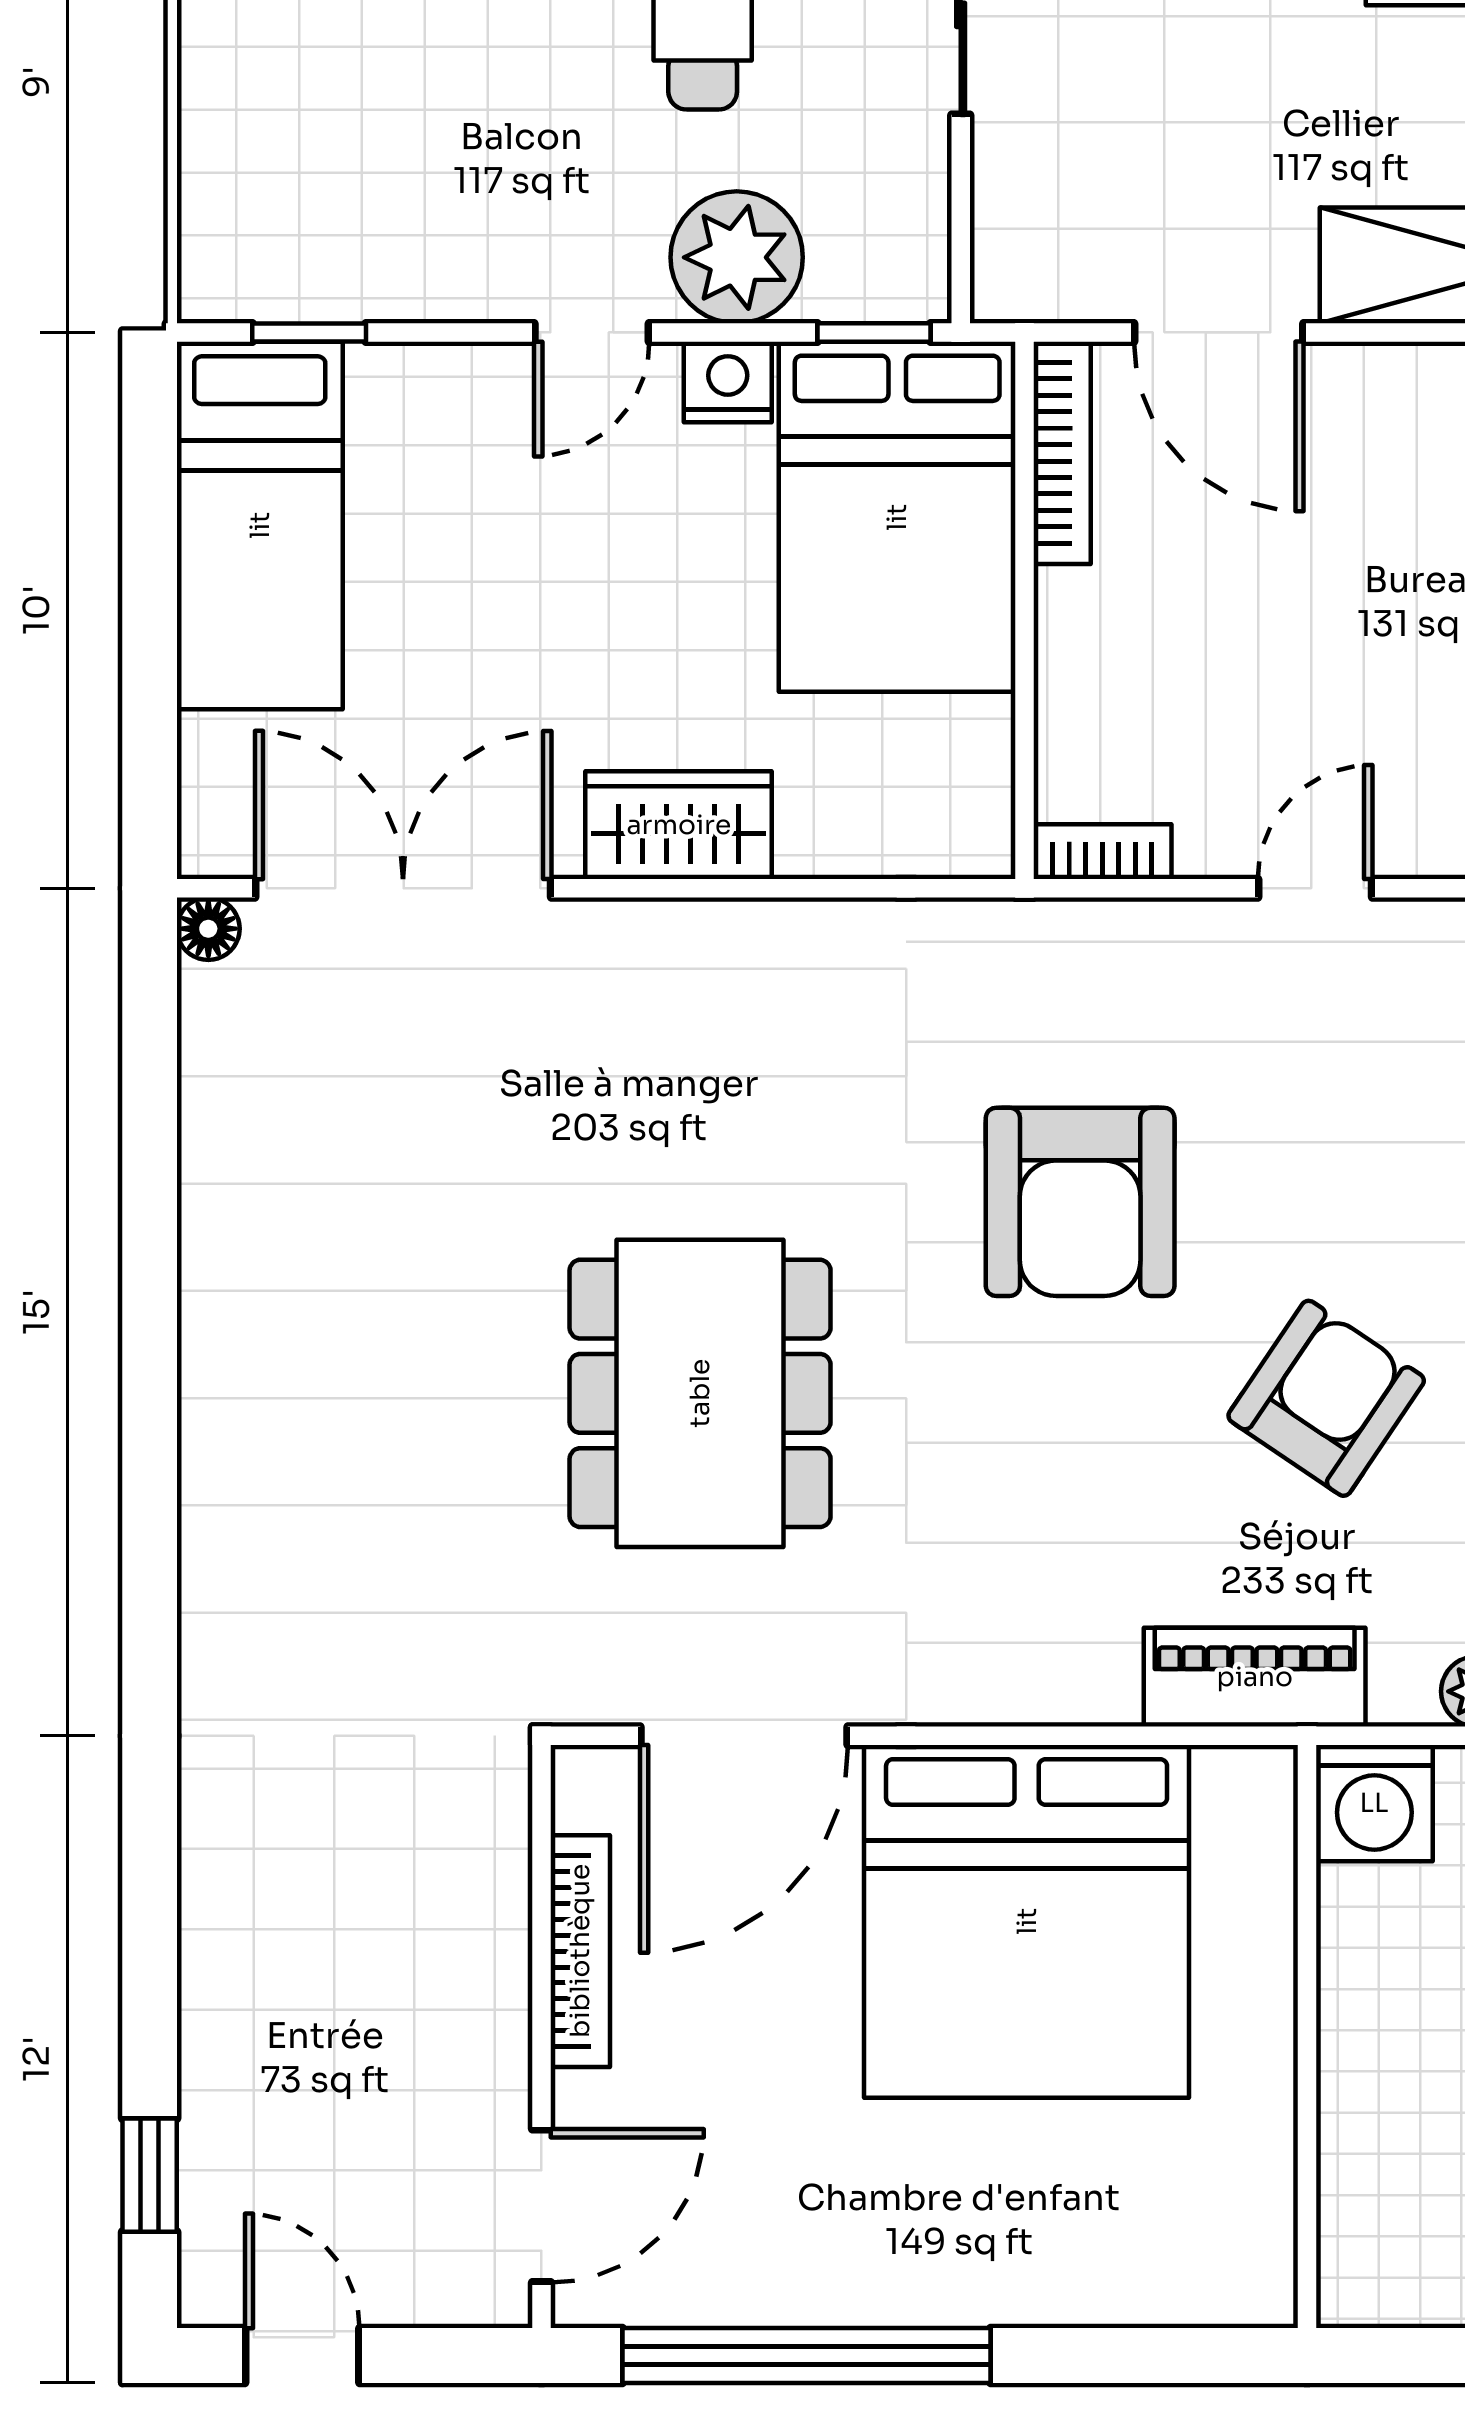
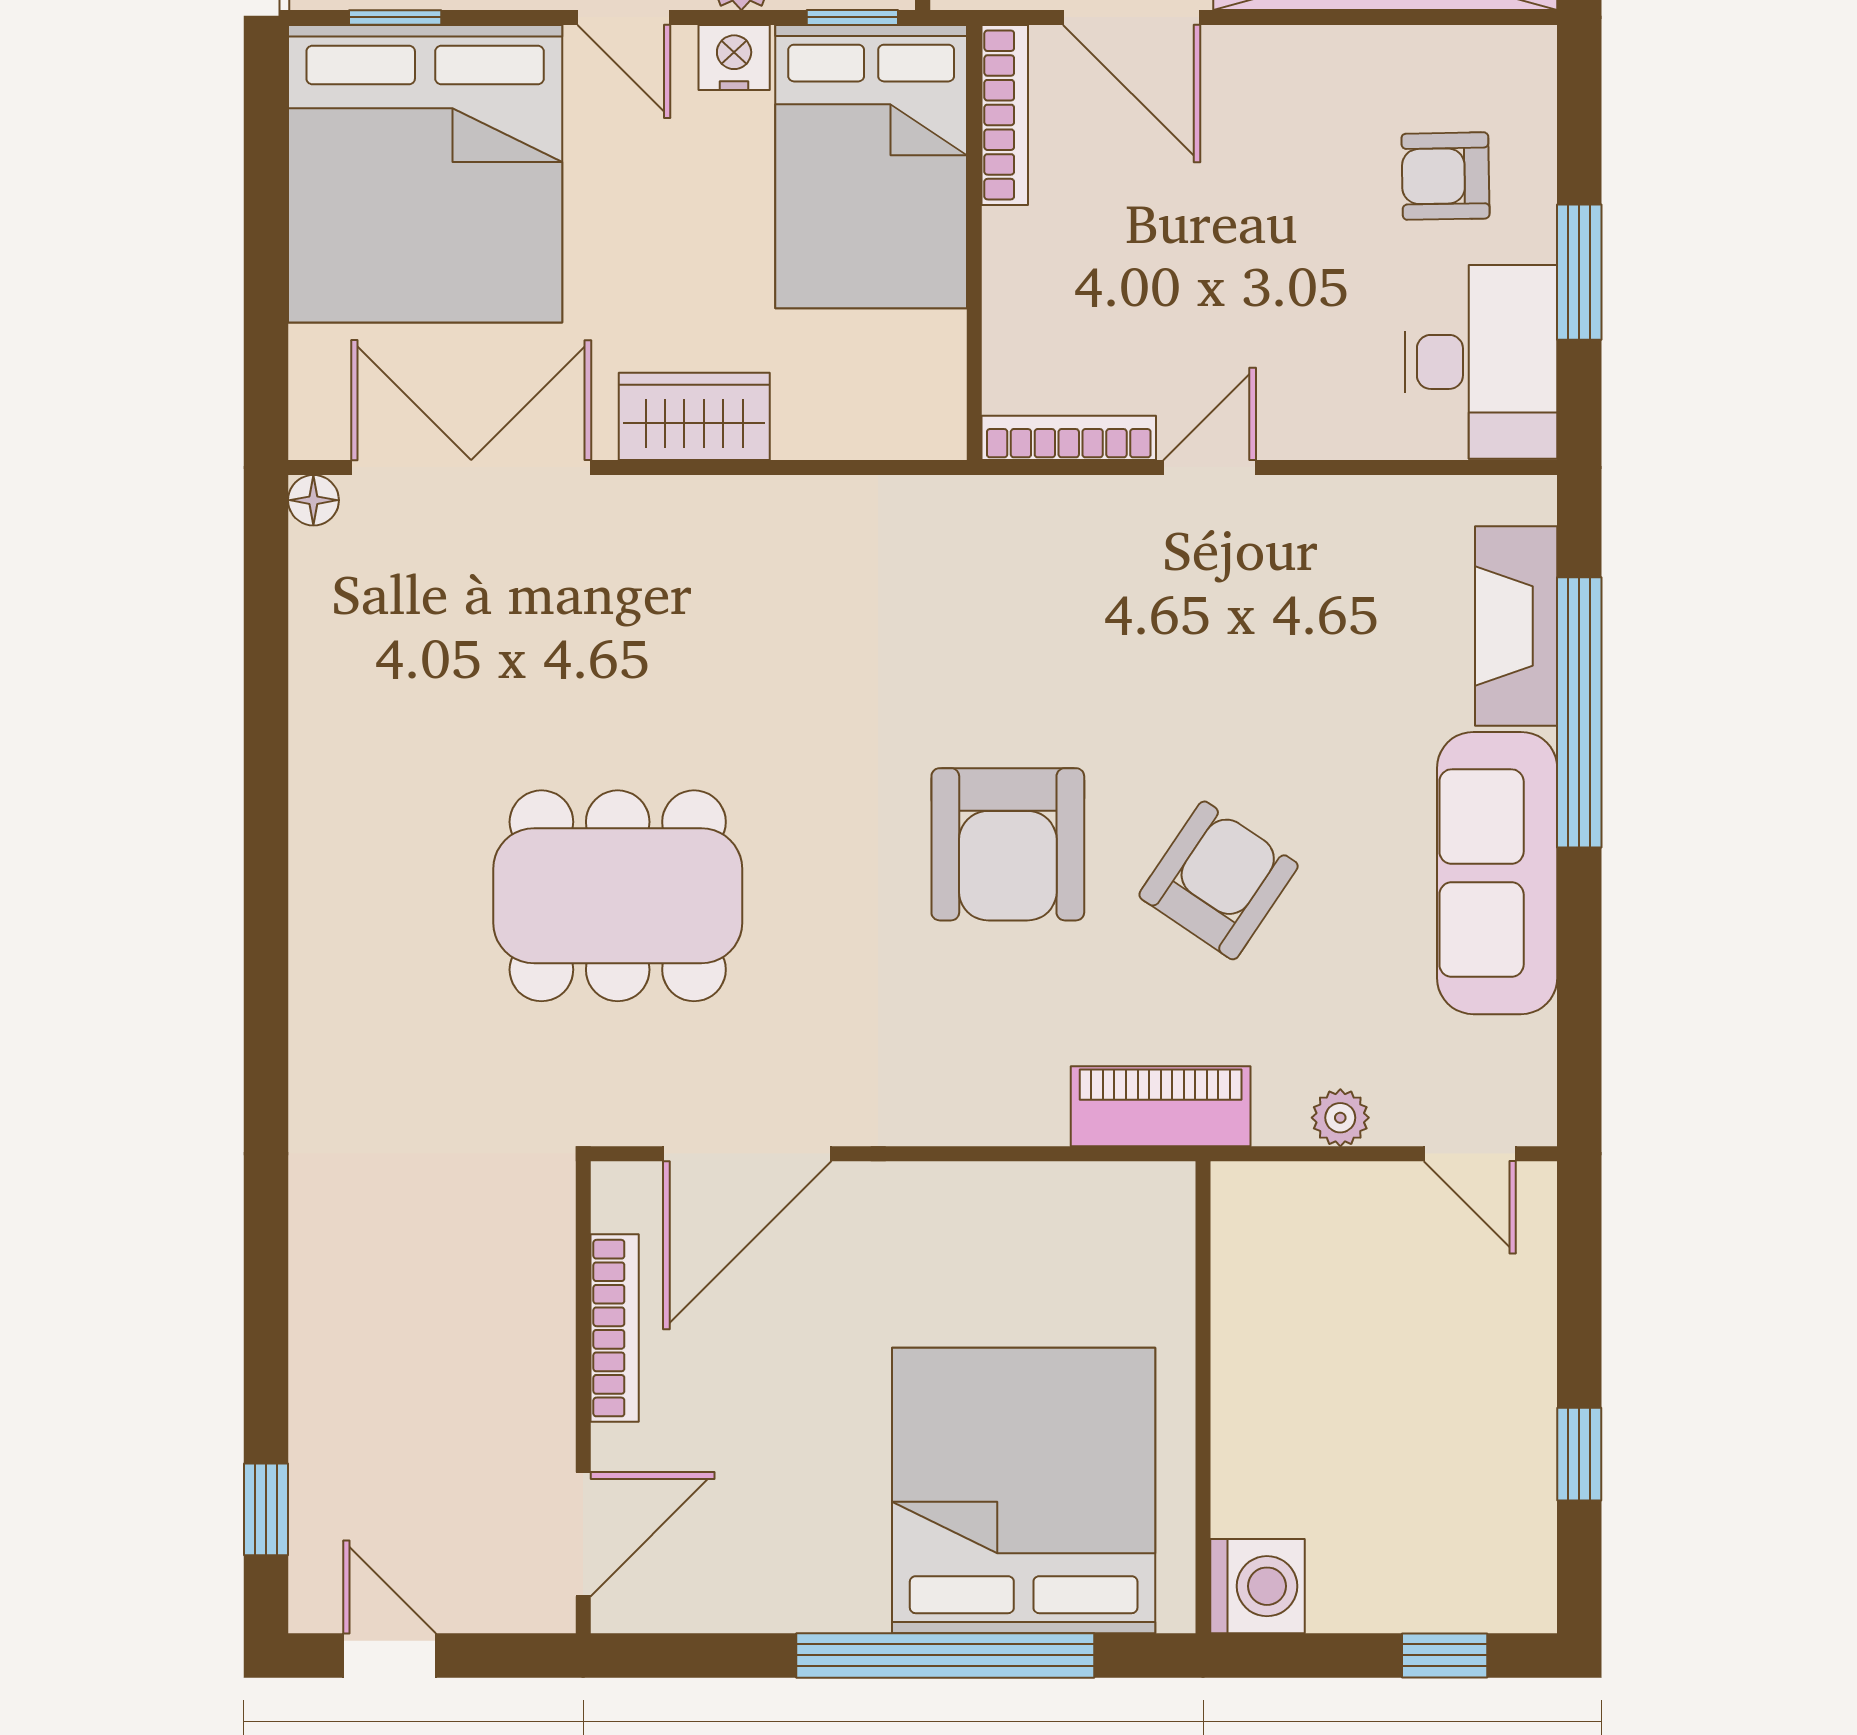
door: (592, 332) -> (624, 17), hinge flipped
bed: (260, 525) -> (425, 174), width x2.04
bookcase: (1102, 852) -> (1069, 438), width x1.56
armchair: (1080, 1202) -> (1008, 844), moved
dining table: (700, 1393) -> (618, 896), moved, turned 90
washing machine: (1374, 1803) -> (1258, 1586), moved, turned -90
bed: (1027, 1921) -> (1024, 1490), moved, turned 180
window: (807, 2356) -> (945, 1655), moved

